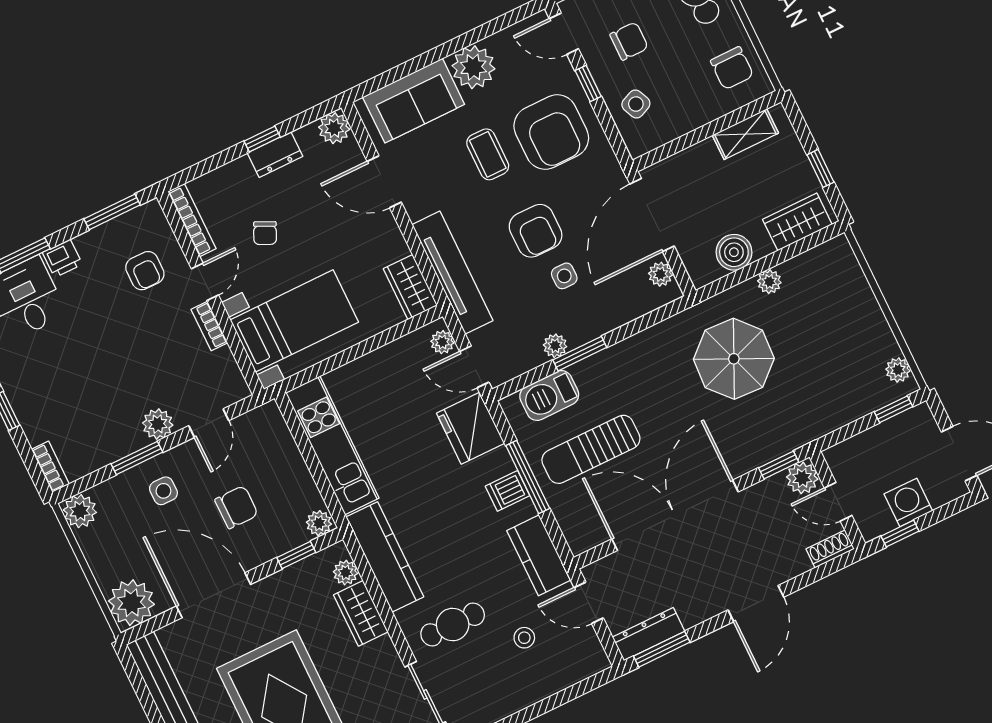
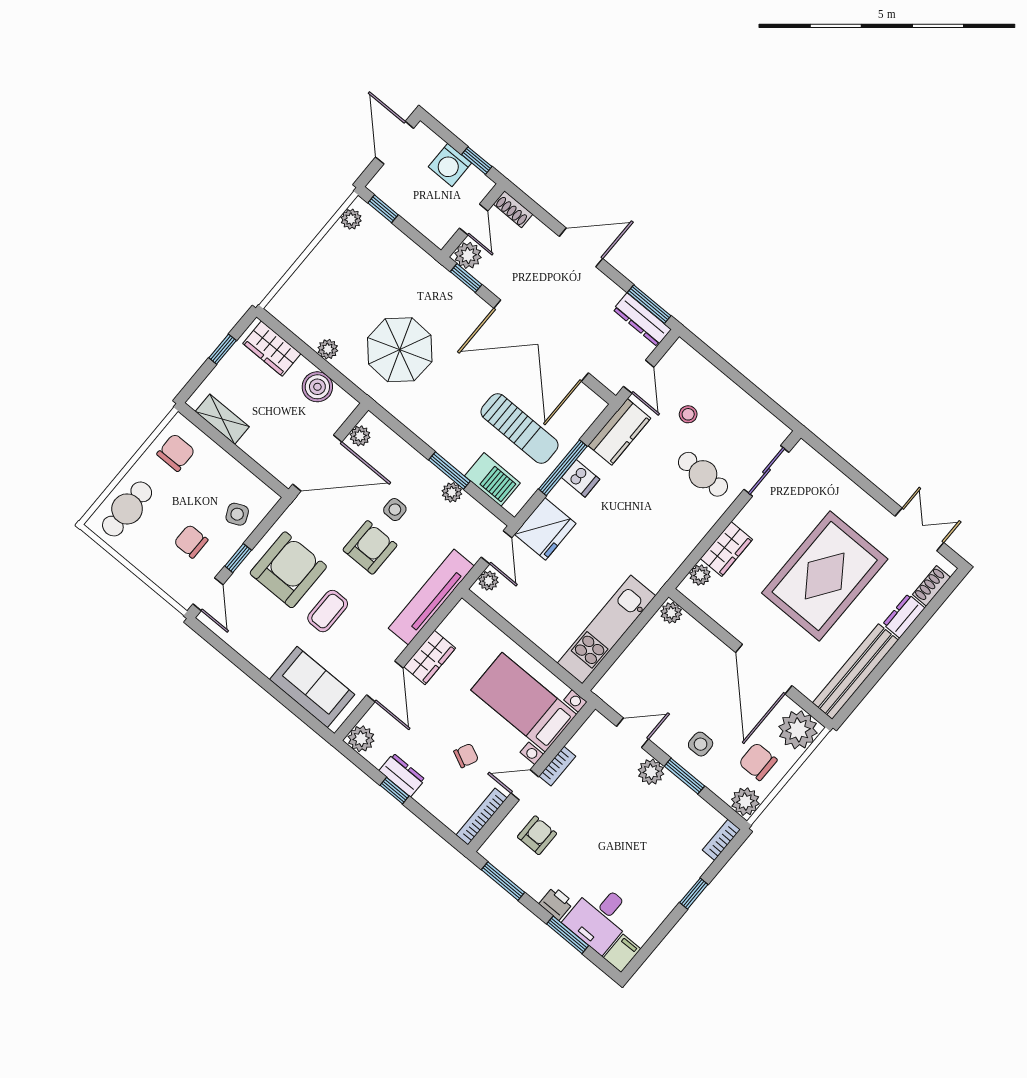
plant: (473, 67) -> (265, 652), removed
wardrobe: (410, 287) -> (430, 657), moved
chair: (236, 507) -> (758, 762), moved
window: (296, 555) -> (704, 619), removed
kitchen counter: (385, 557) -> (674, 550), removed

